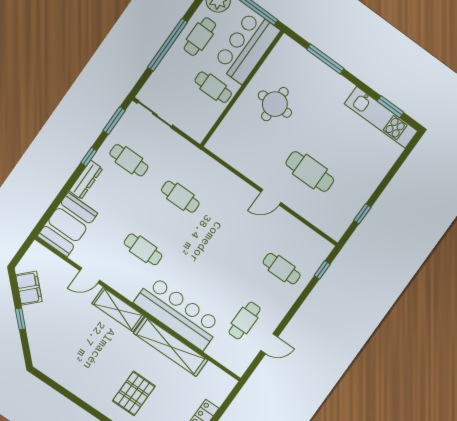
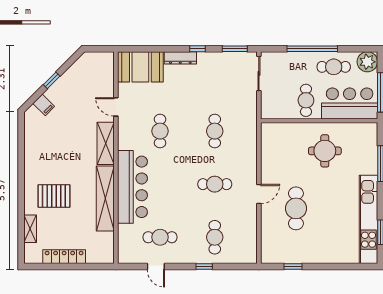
kitchen unit: (381, 117) -> (369, 219), width x1.36
cafe table: (129, 160) -> (215, 184), moved, turned 90
door: (271, 197) -> (259, 194), swing flipped
window: (322, 270) -> (204, 266), moved
filing cabinet: (29, 288) -> (44, 105), moved, width x0.50

